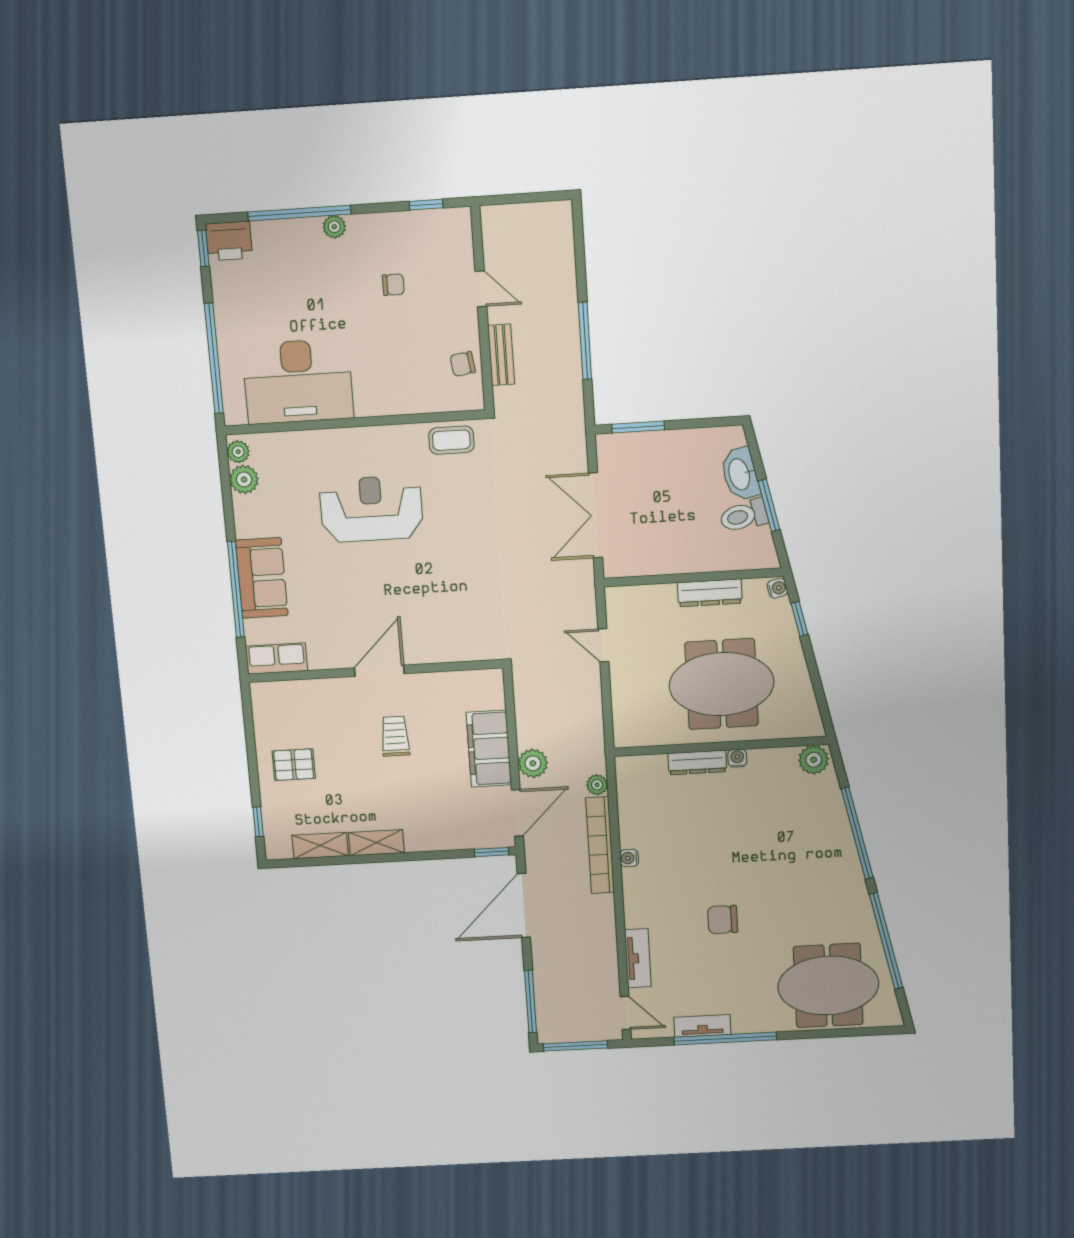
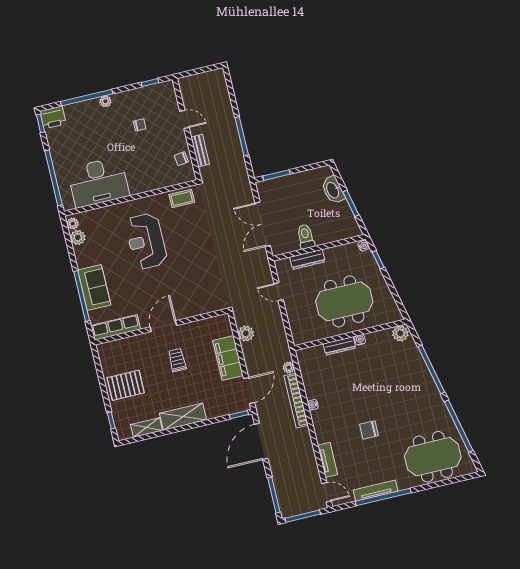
reception desk: (371, 509) -> (146, 241), turned -90
toilet: (744, 516) -> (306, 236), moved, turned 102
dresser: (710, 593) -> (307, 259), moved
row of seats: (277, 659) -> (116, 327), width x1.48
plant: (533, 763) -> (246, 333), moved
pallet: (294, 765) -> (126, 385), width x1.50, depth x1.42
shelving: (376, 843) -> (183, 417), width x1.50, depth x1.33
tv unit: (702, 1026) -> (376, 491), width x1.41

